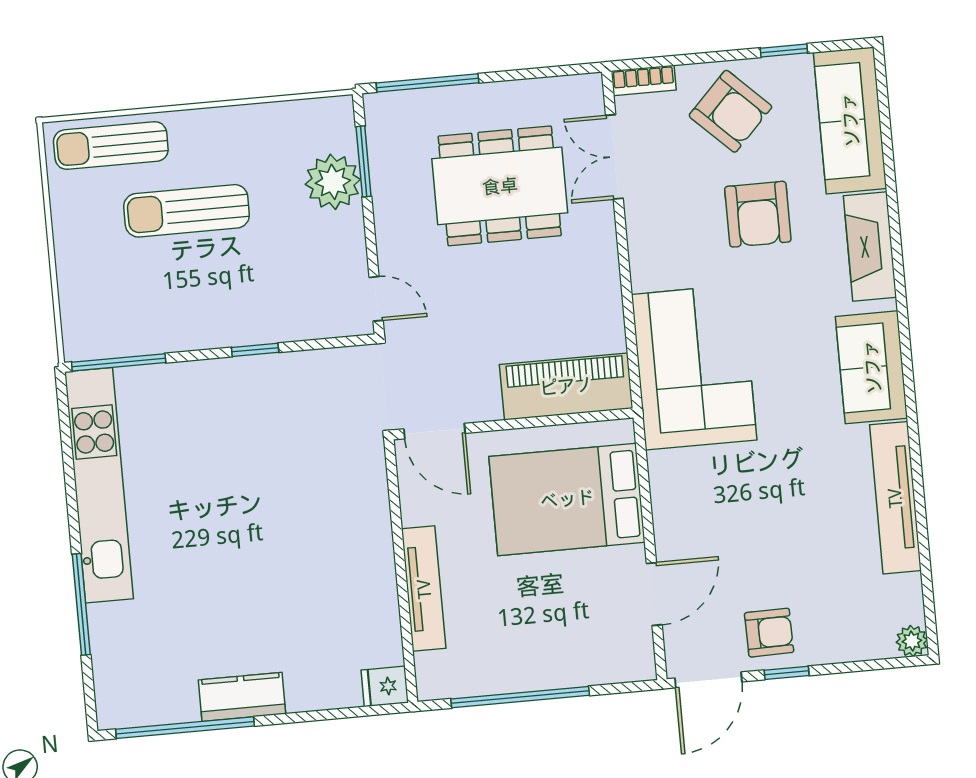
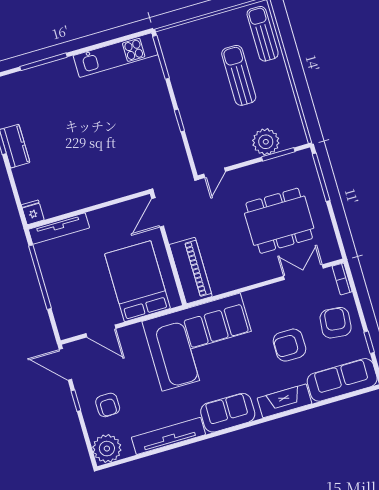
armchair: (730, 111) -> (336, 323), turned 142
dining table: (500, 186) -> (279, 221), turned 90
corner sofa: (694, 367) -> (201, 342), width x1.36, depth x1.36
kitchen unit: (99, 485) -> (116, 55), width x0.73
tv unit: (424, 589) -> (59, 229), moved
armchair: (769, 633) -> (108, 405), moved
plant: (912, 641) -> (107, 449), width x1.88, depth x1.88

